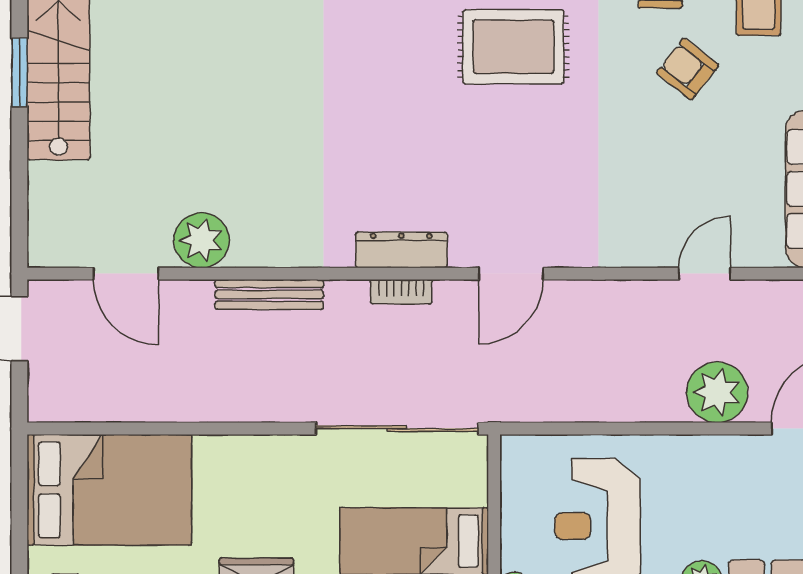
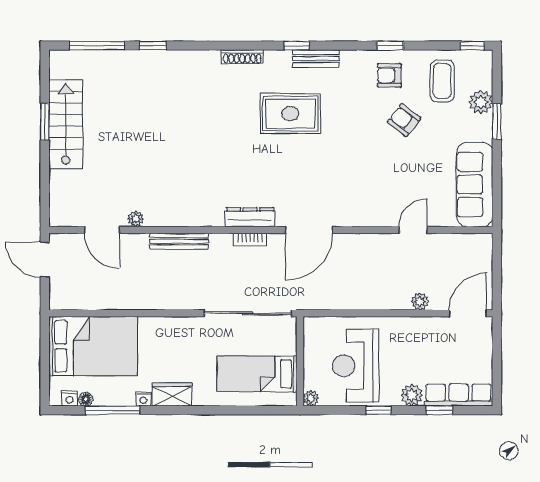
rug: (513, 47) -> (290, 114), moved
plant: (202, 240) -> (136, 219), width x0.53, depth x0.53
door: (511, 274) -> (309, 230), width x1.36
plant: (717, 392) -> (420, 301), width x0.53, depth x0.53

